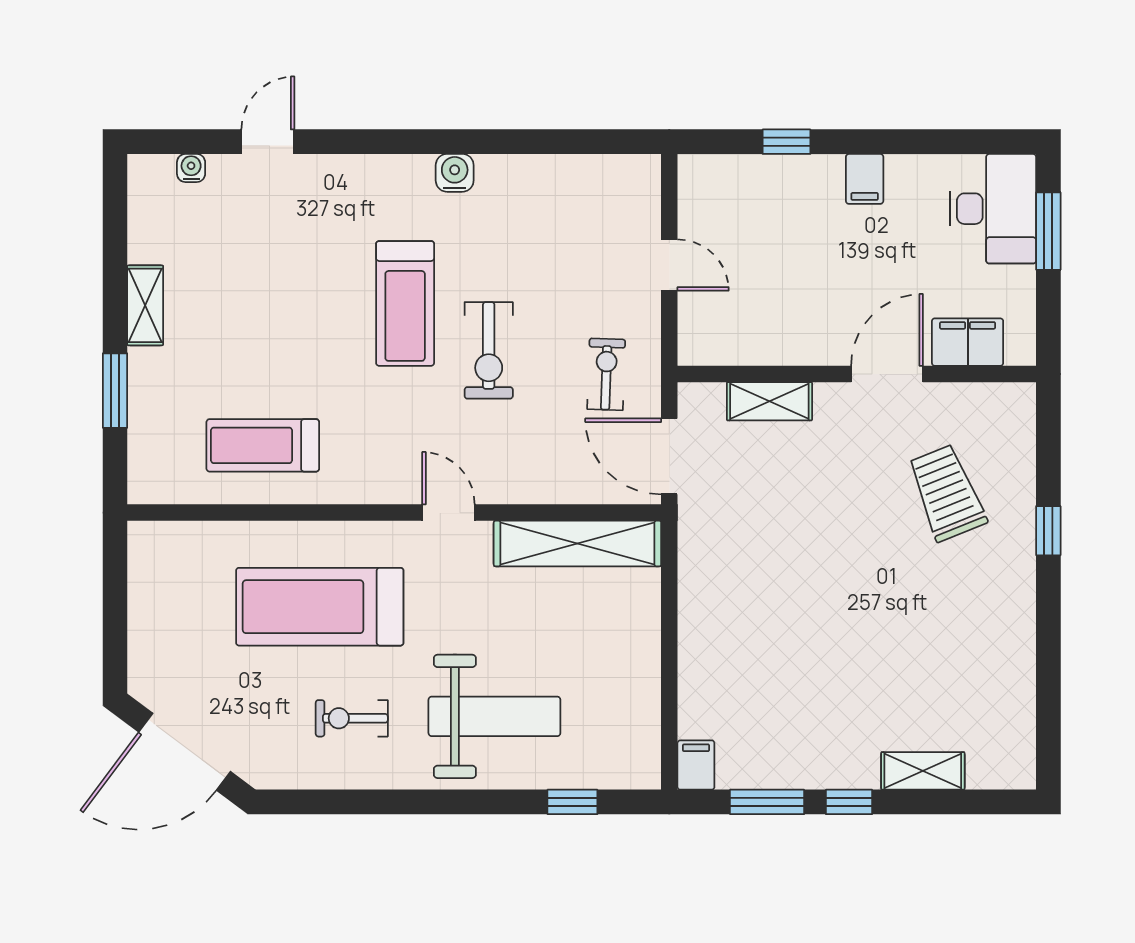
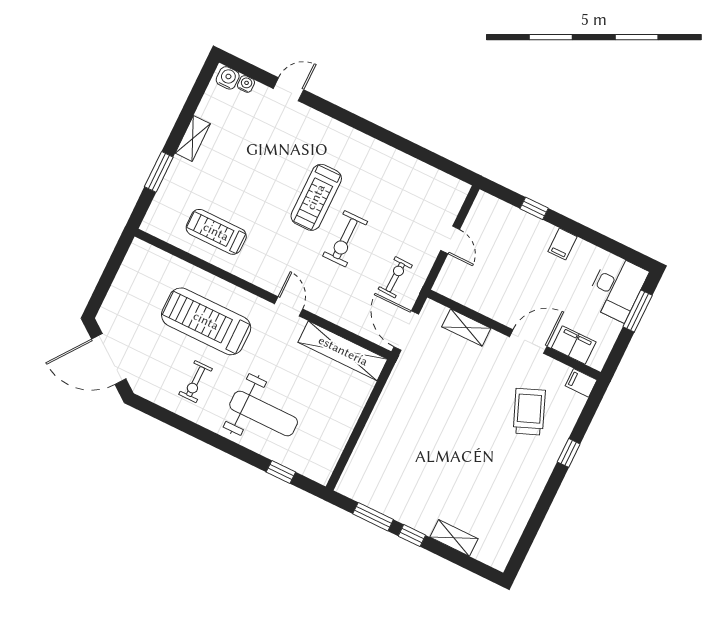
water cooler: (455, 173) -> (228, 78), moved
exercise bike: (352, 718) -> (196, 382), turned -90
filing cabinet: (696, 765) -> (581, 383), moved, turned -90

